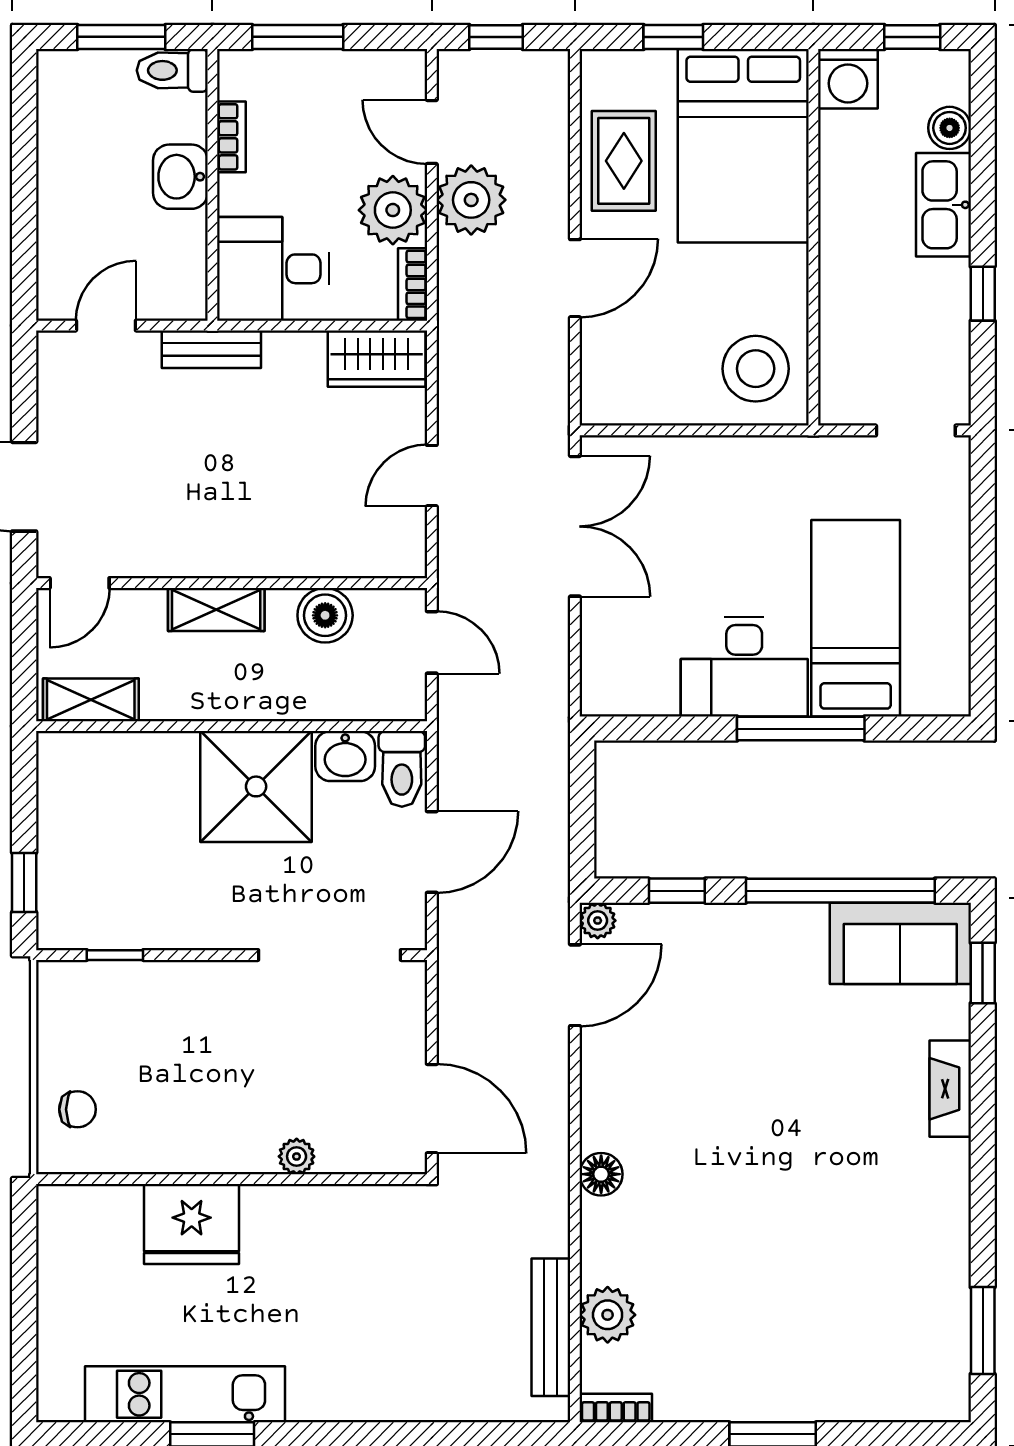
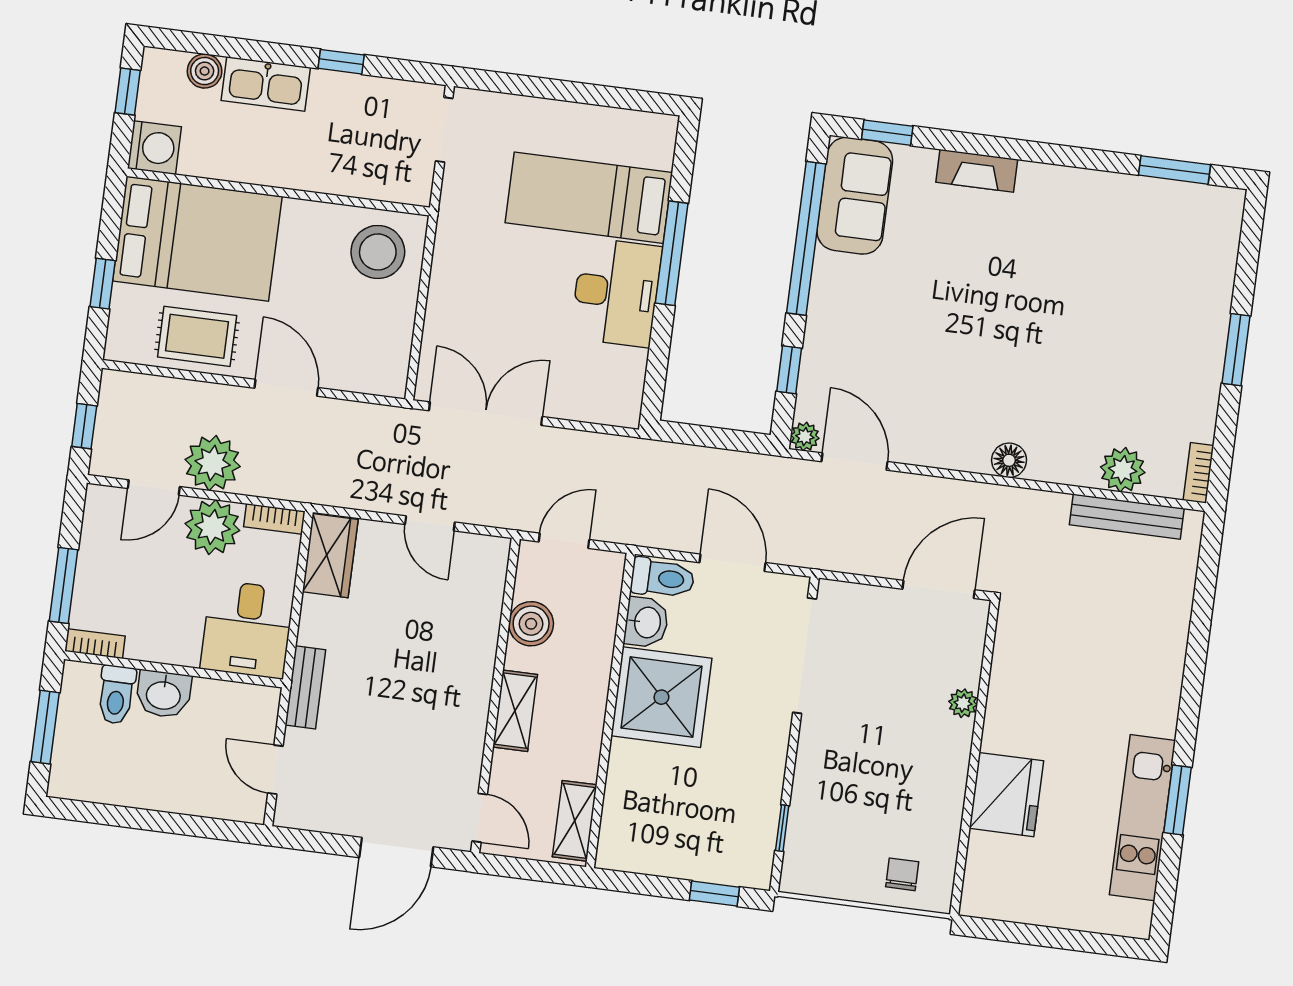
toilet: (172, 70) -> (116, 695), moved
bookcase: (231, 137) -> (95, 644), moved

